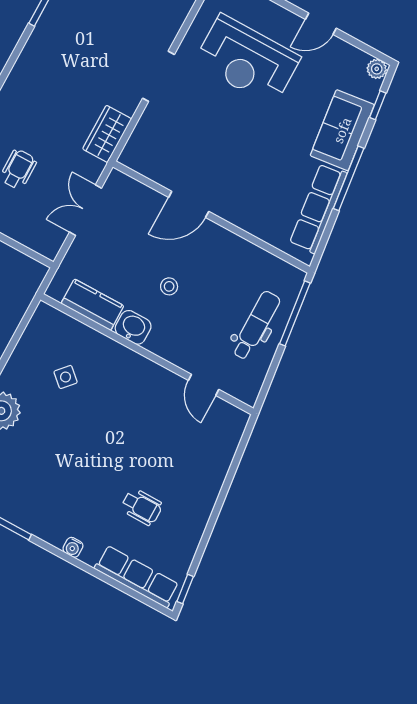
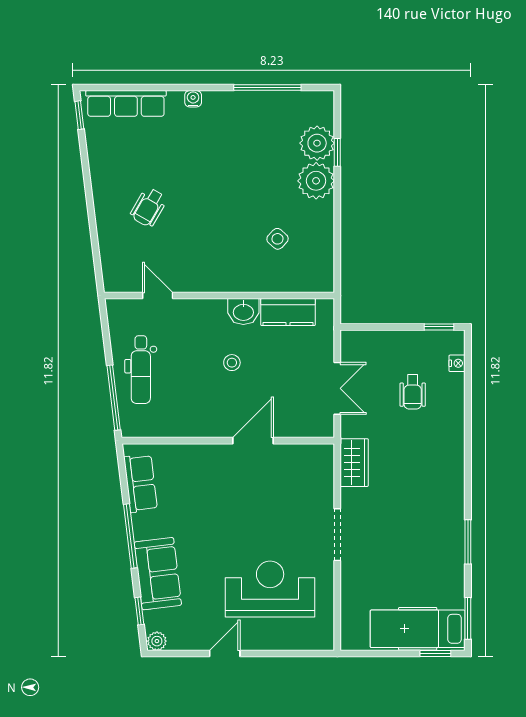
row of seats: (318, 208) -> (141, 483), width x0.68
wheelchair: (142, 507) -> (149, 207), moved, turned -60

